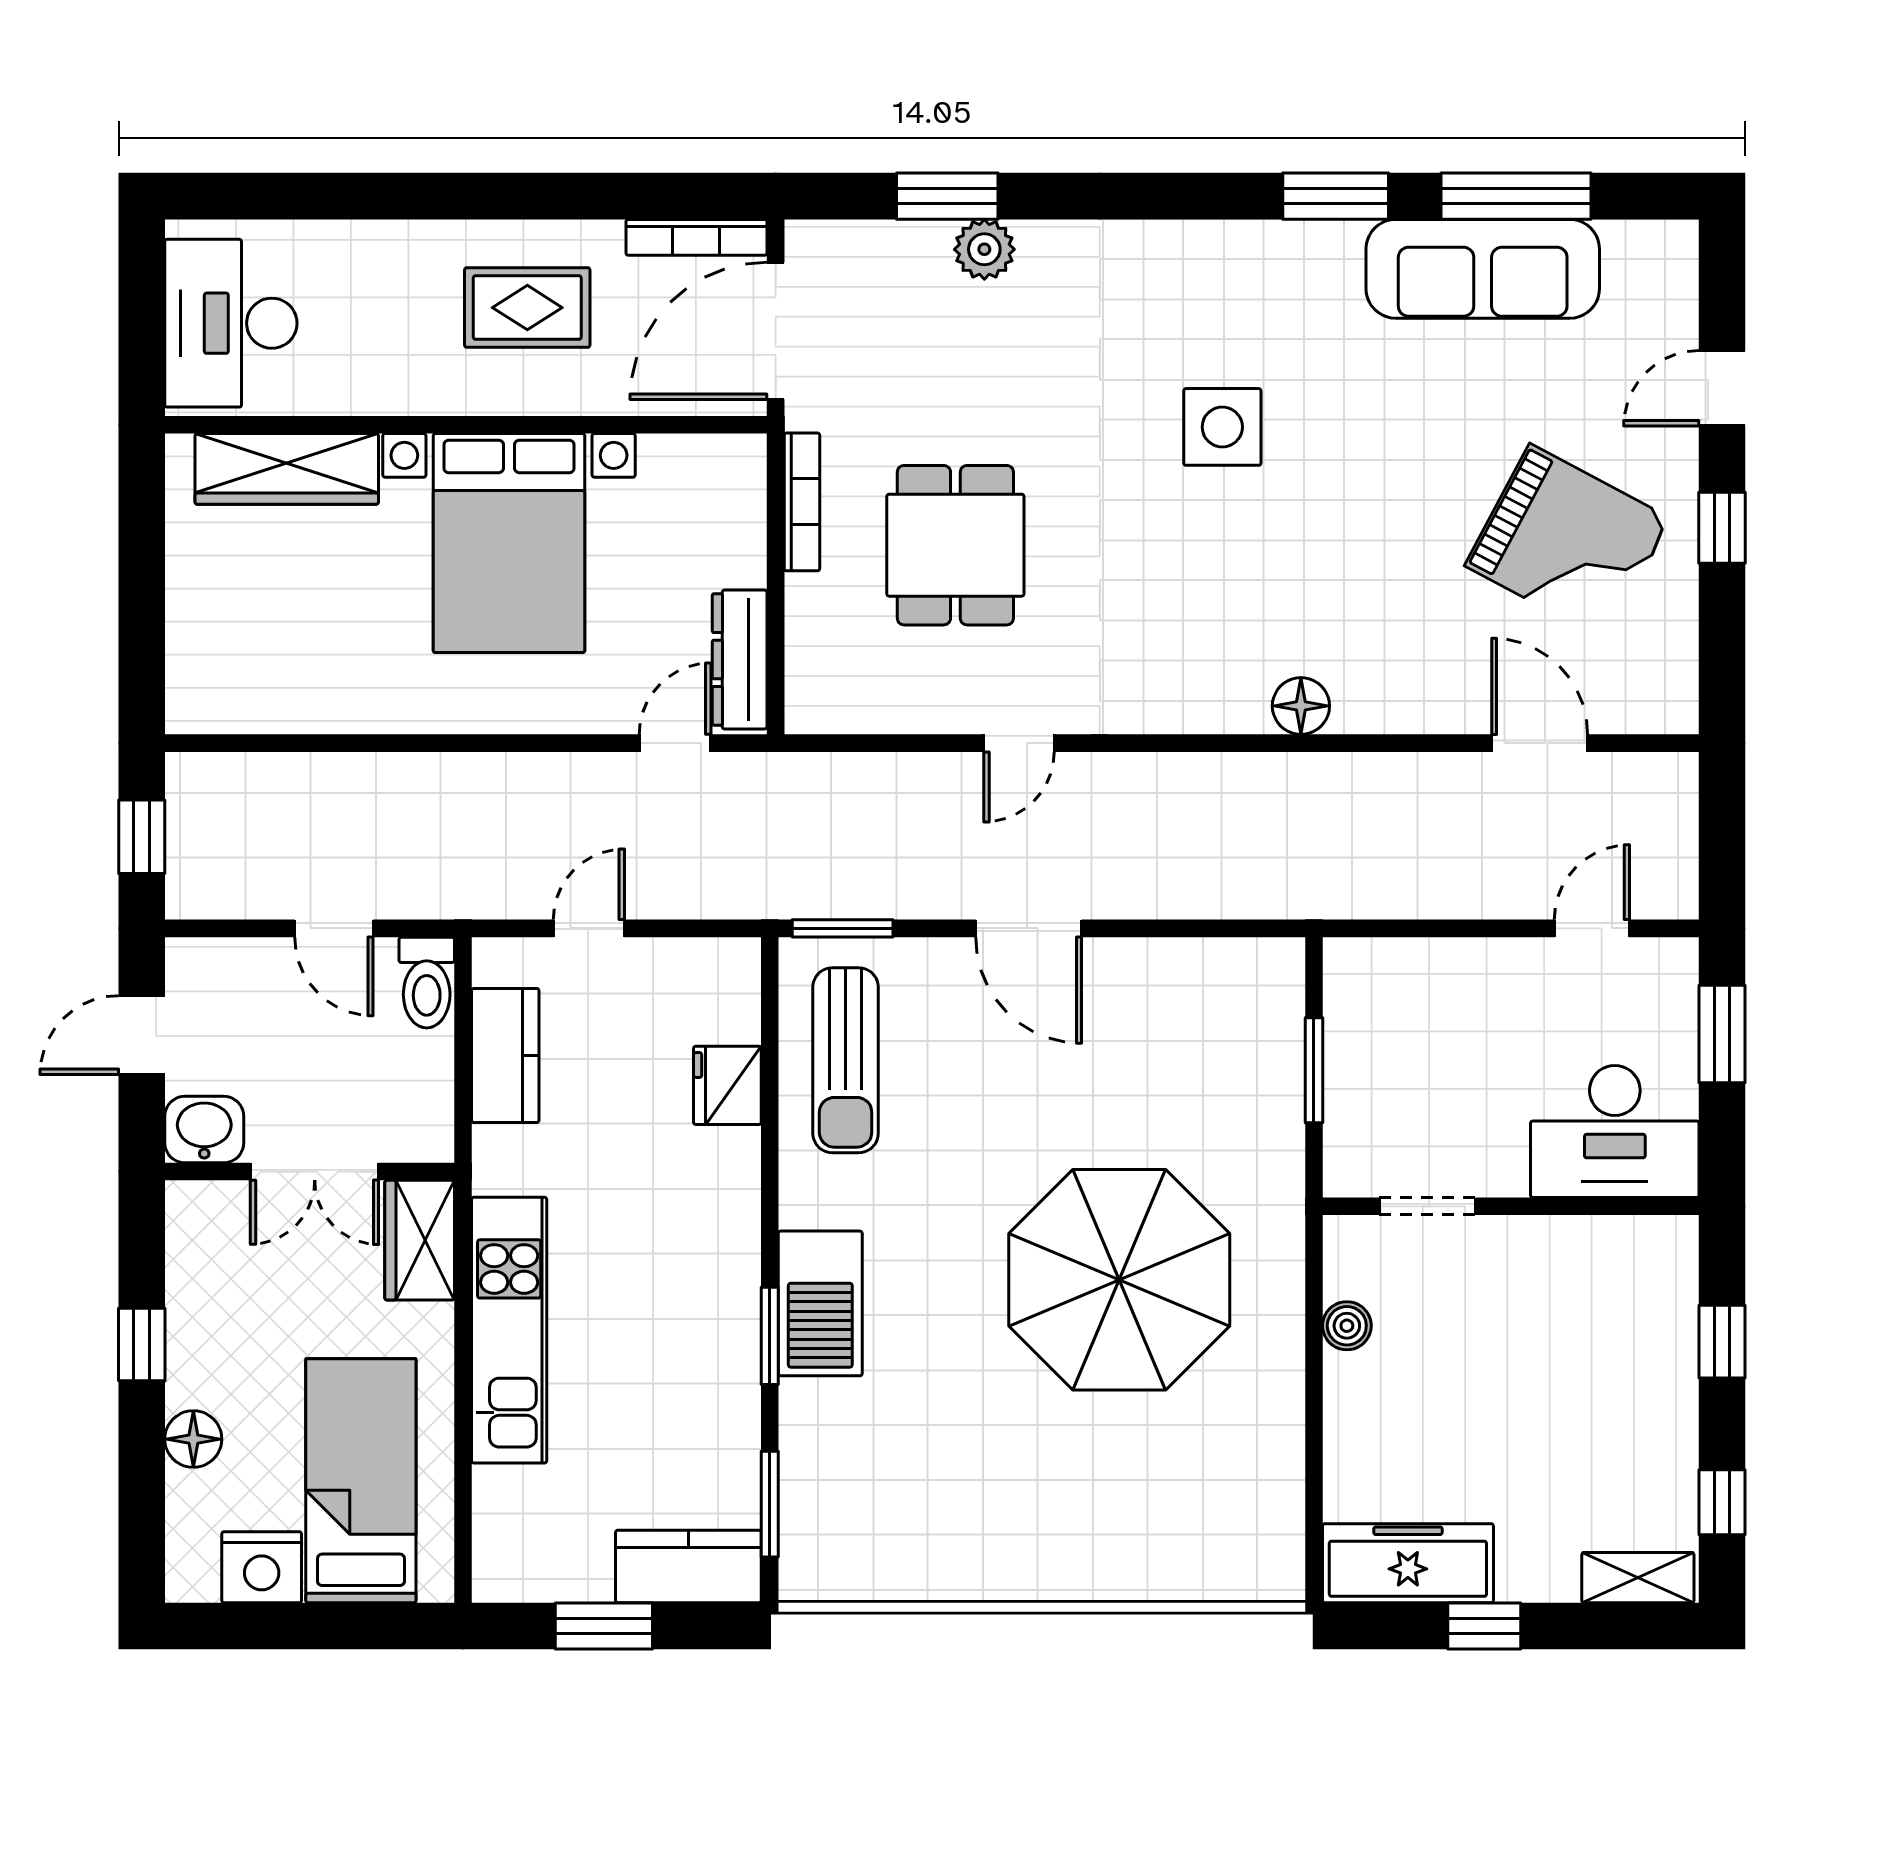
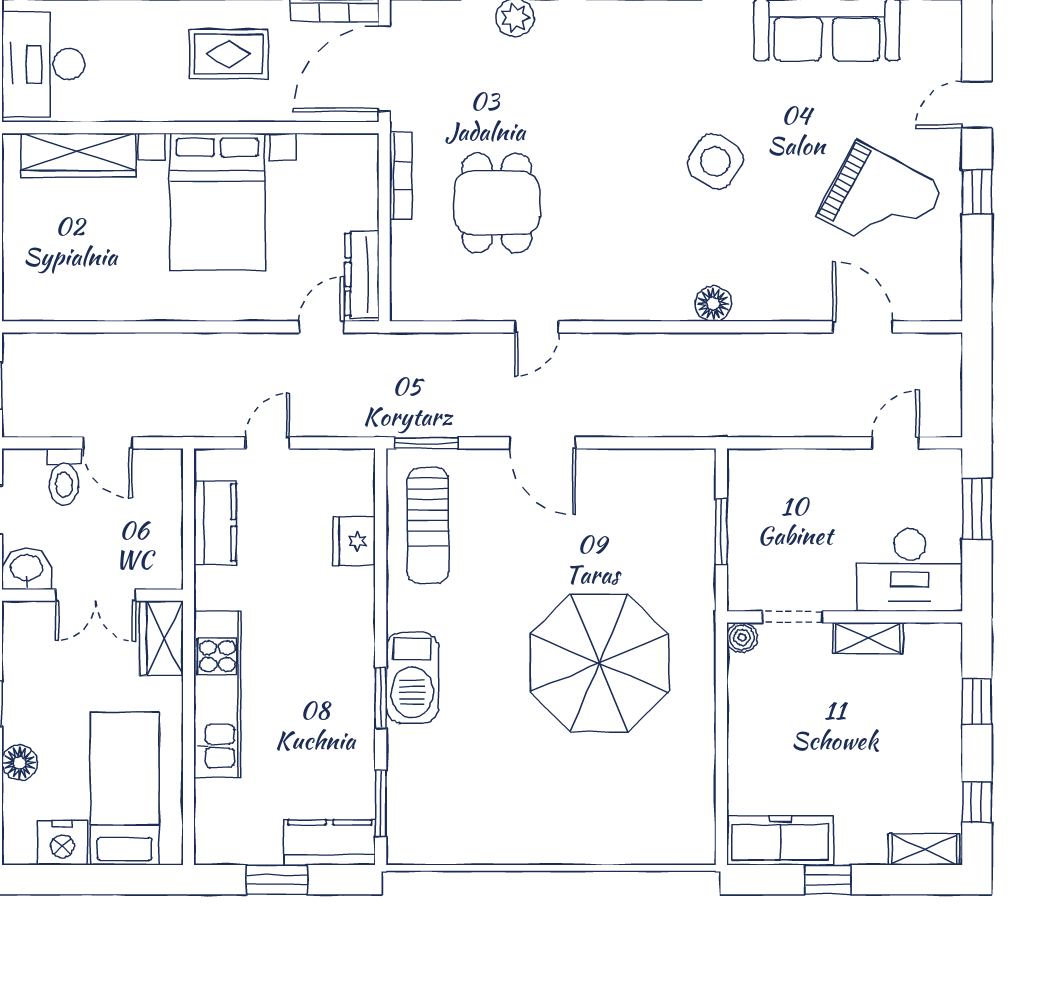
side table: (1222, 427) -> (715, 161), moved, turned 32
toilet: (427, 983) -> (64, 477), moved
shelving: (1548, 1240) -> (868, 638), added
boiler: (1347, 1326) -> (742, 637), moved

